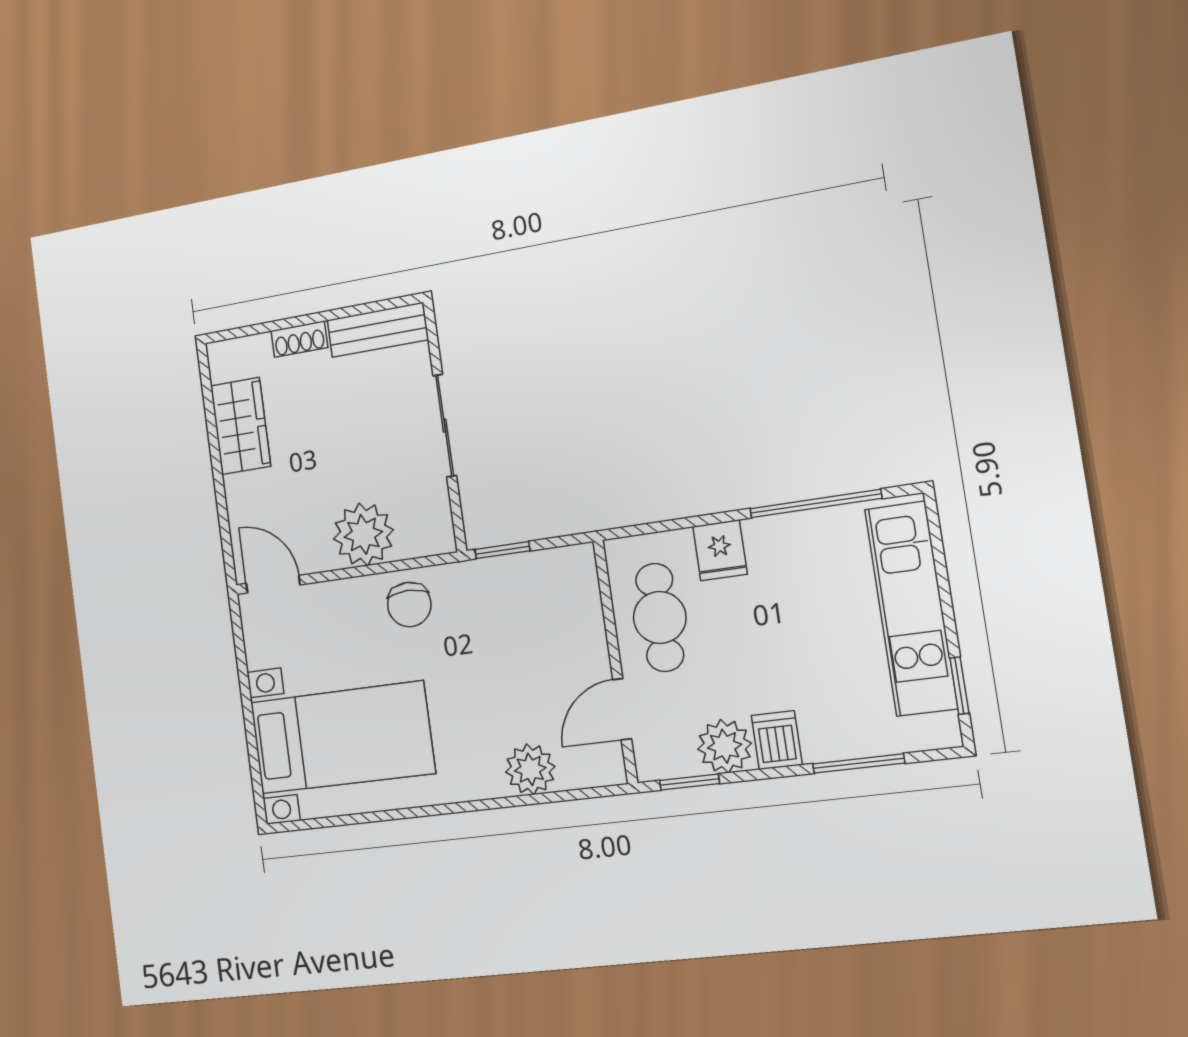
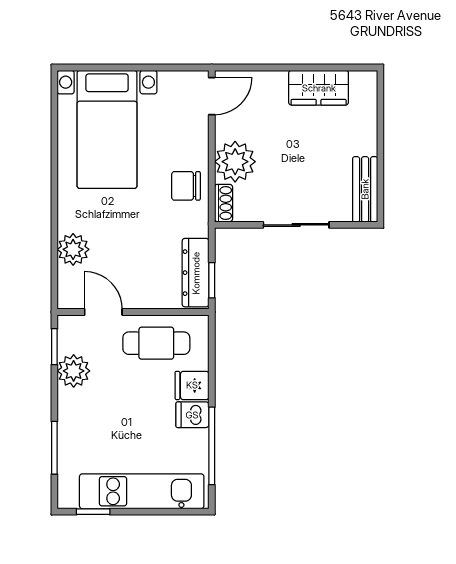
shoe rack: (299, 339) -> (224, 203), moved, turned 180
window: (502, 550) -> (212, 280), moved
dresser: (539, 571) -> (196, 273), added
dishwasher: (777, 740) -> (192, 415), moved, turned 180

